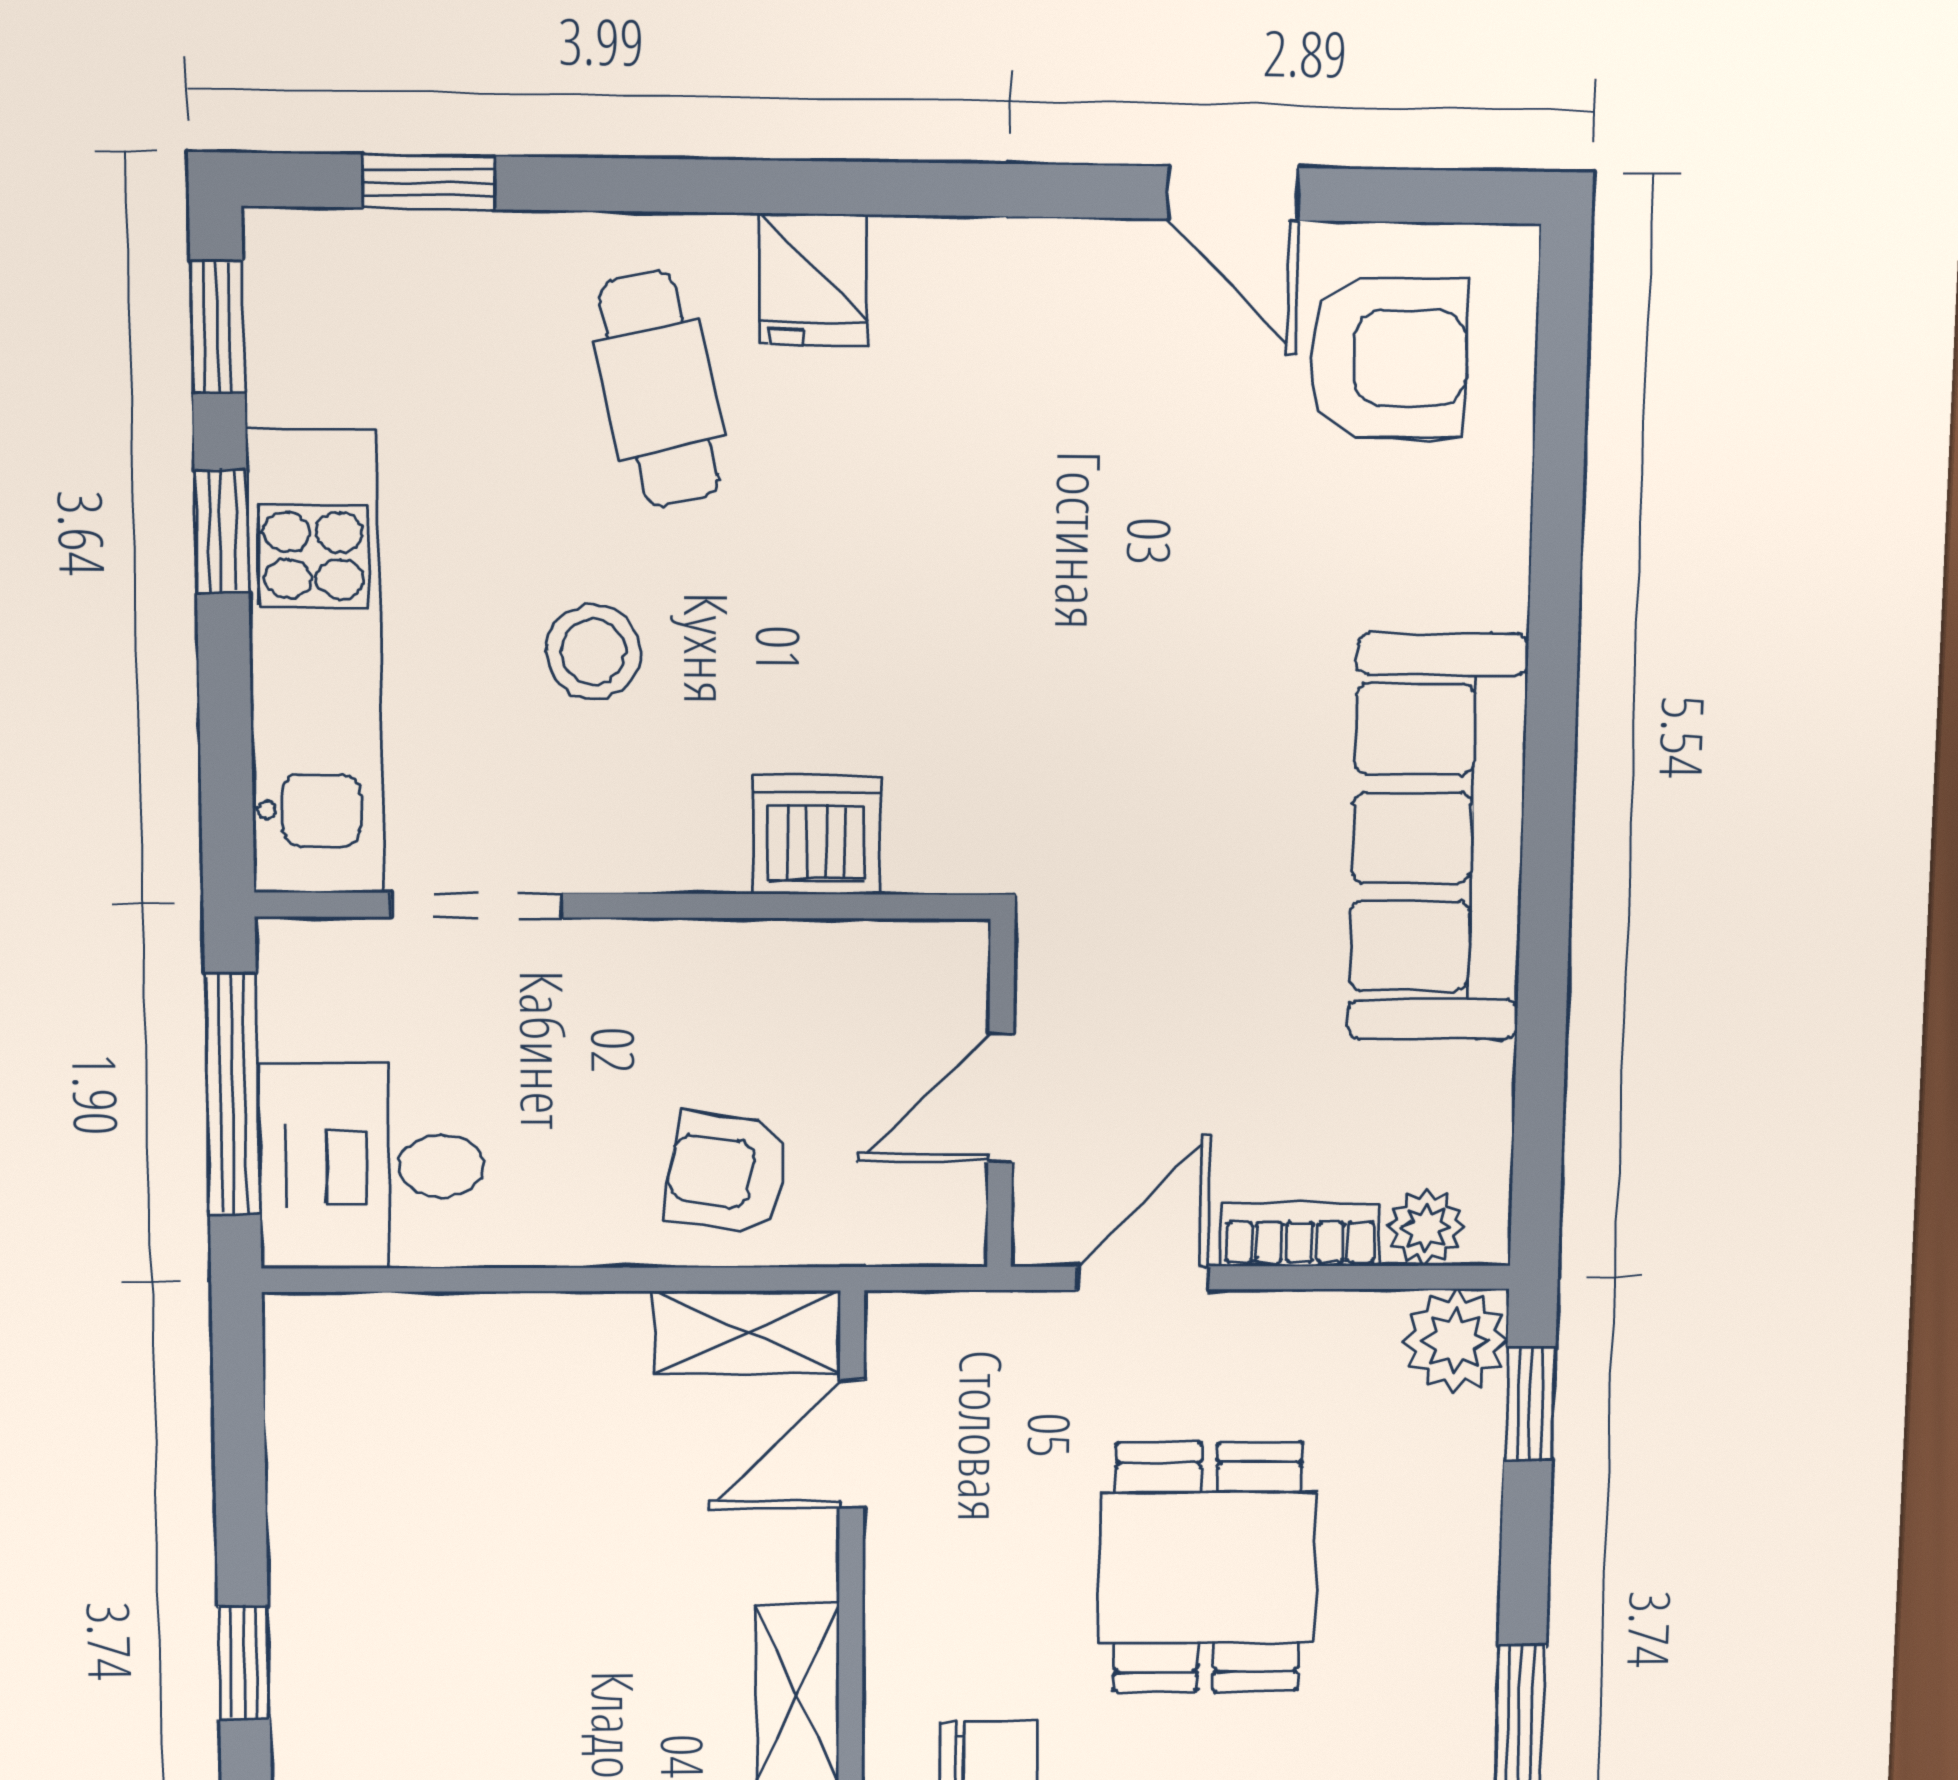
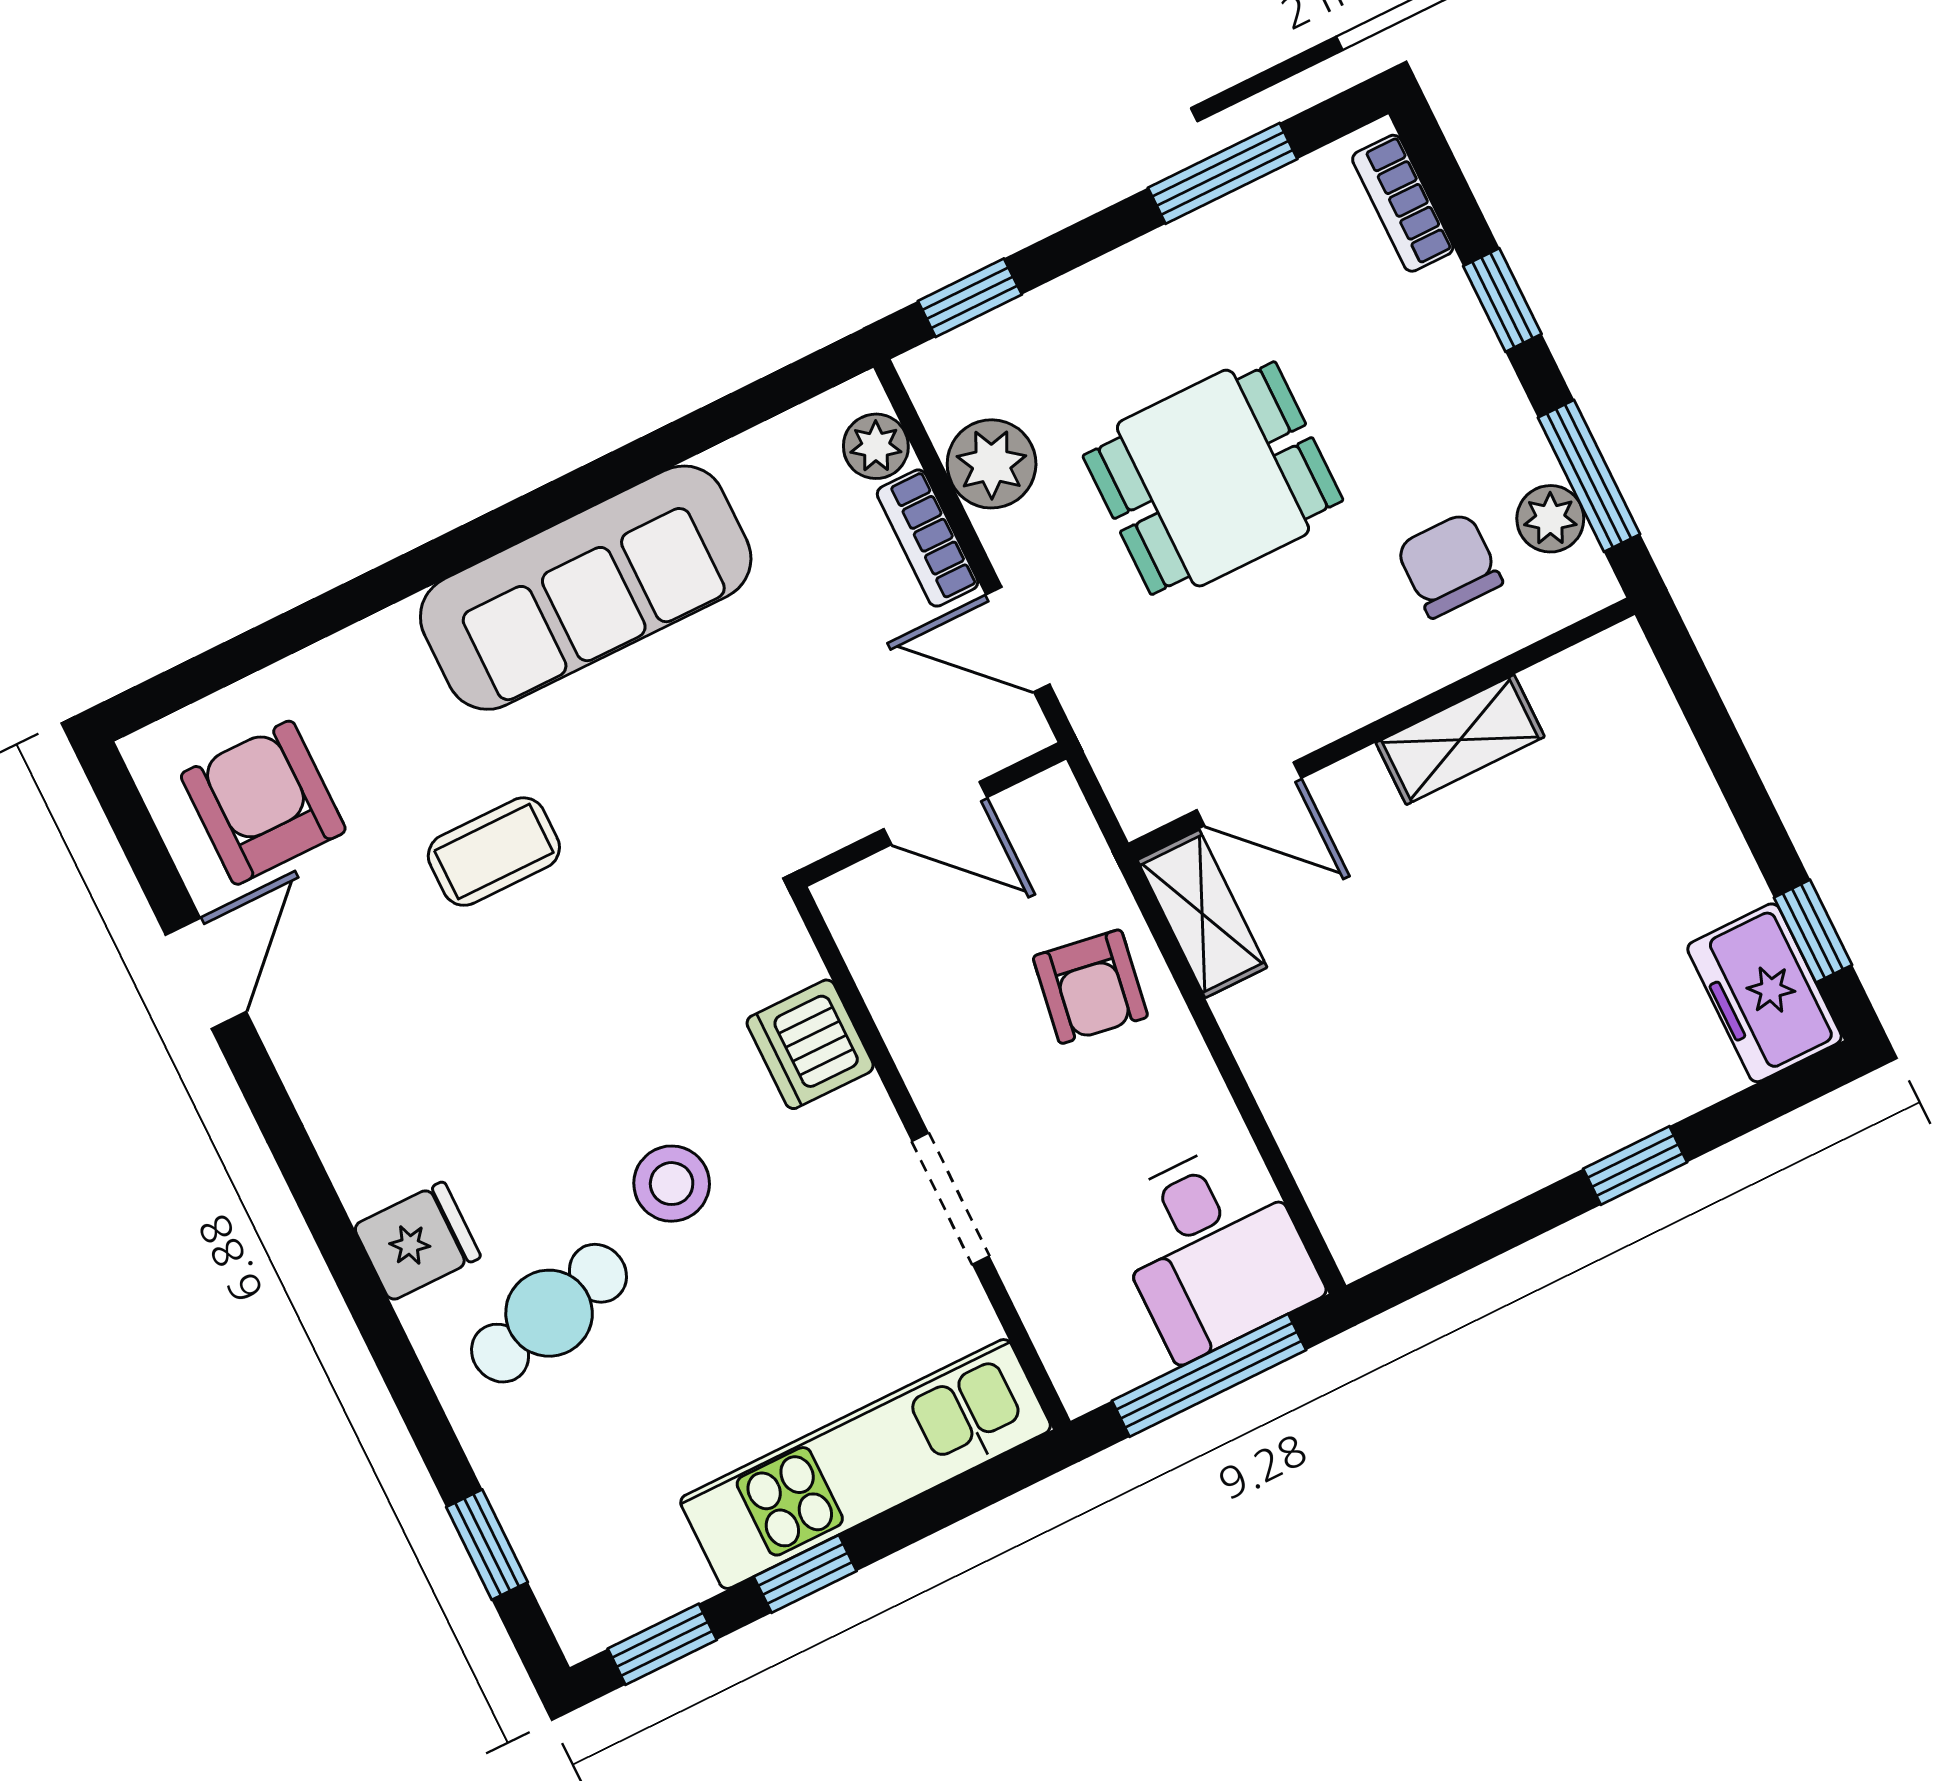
coffee table: (1204, 590) -> (494, 852), added
stool: (593, 652) -> (672, 1184), moved
doorway: (477, 905) -> (950, 1199), moved
plant: (1455, 1341) -> (992, 464), moved

